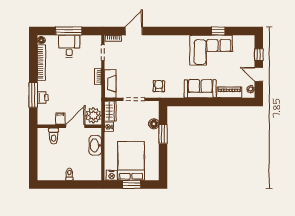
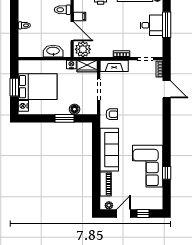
sofa: (200, 89) -> (109, 150), width x1.36
nightstand: (112, 175) -> (23, 106), moved

